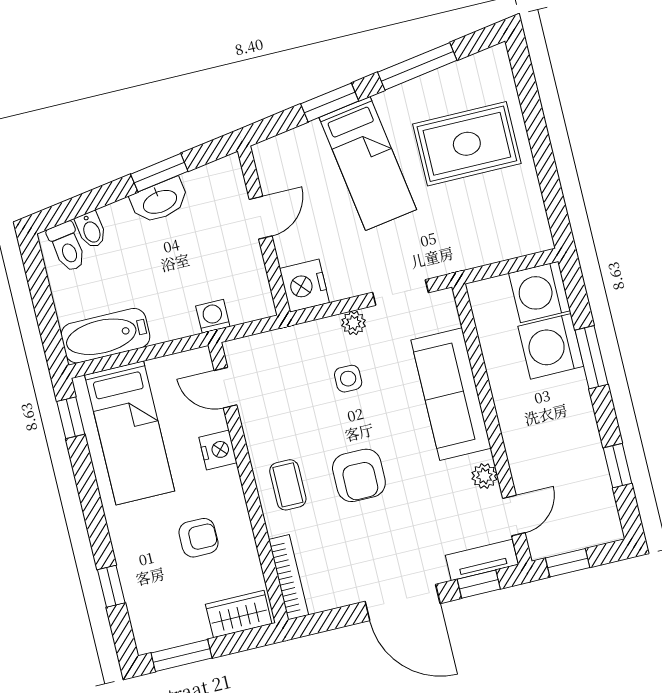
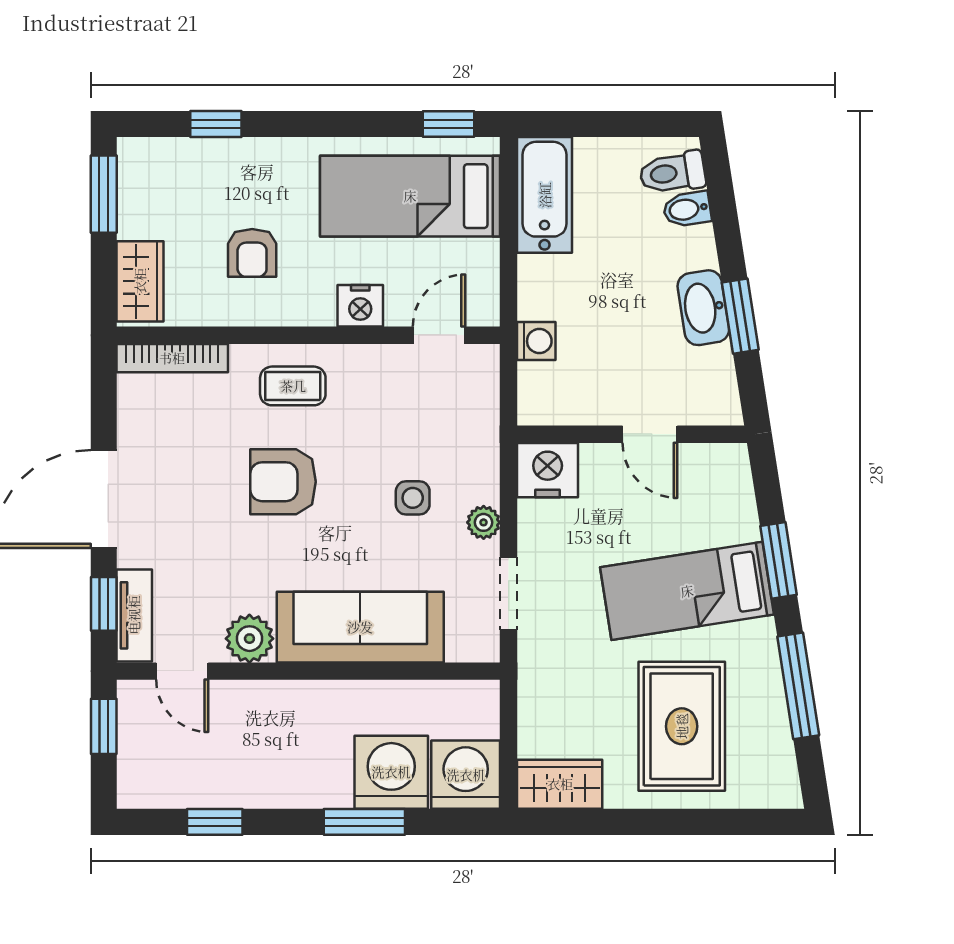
wardrobe: (530, 222) -> (560, 784), added
plant: (484, 476) -> (249, 639), width x1.38, depth x1.38

